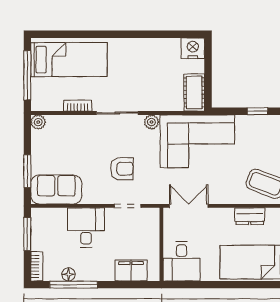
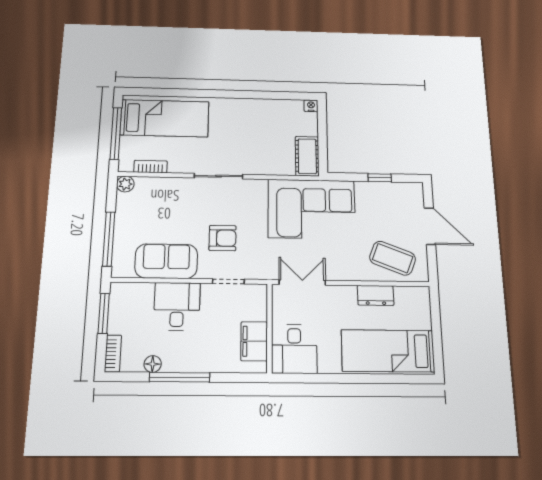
nightstand: (193, 48) -> (311, 106), width x0.53, depth x0.56
bookcase: (78, 106) -> (151, 167), moved
plant: (151, 122) -> (258, 187), removed
window: (27, 171) -> (109, 239), width x1.44
sofa: (56, 189) -> (166, 261), moved
filing cabinet: (131, 270) -> (254, 341), moved, turned -90
window: (74, 285) -> (180, 377), moved

